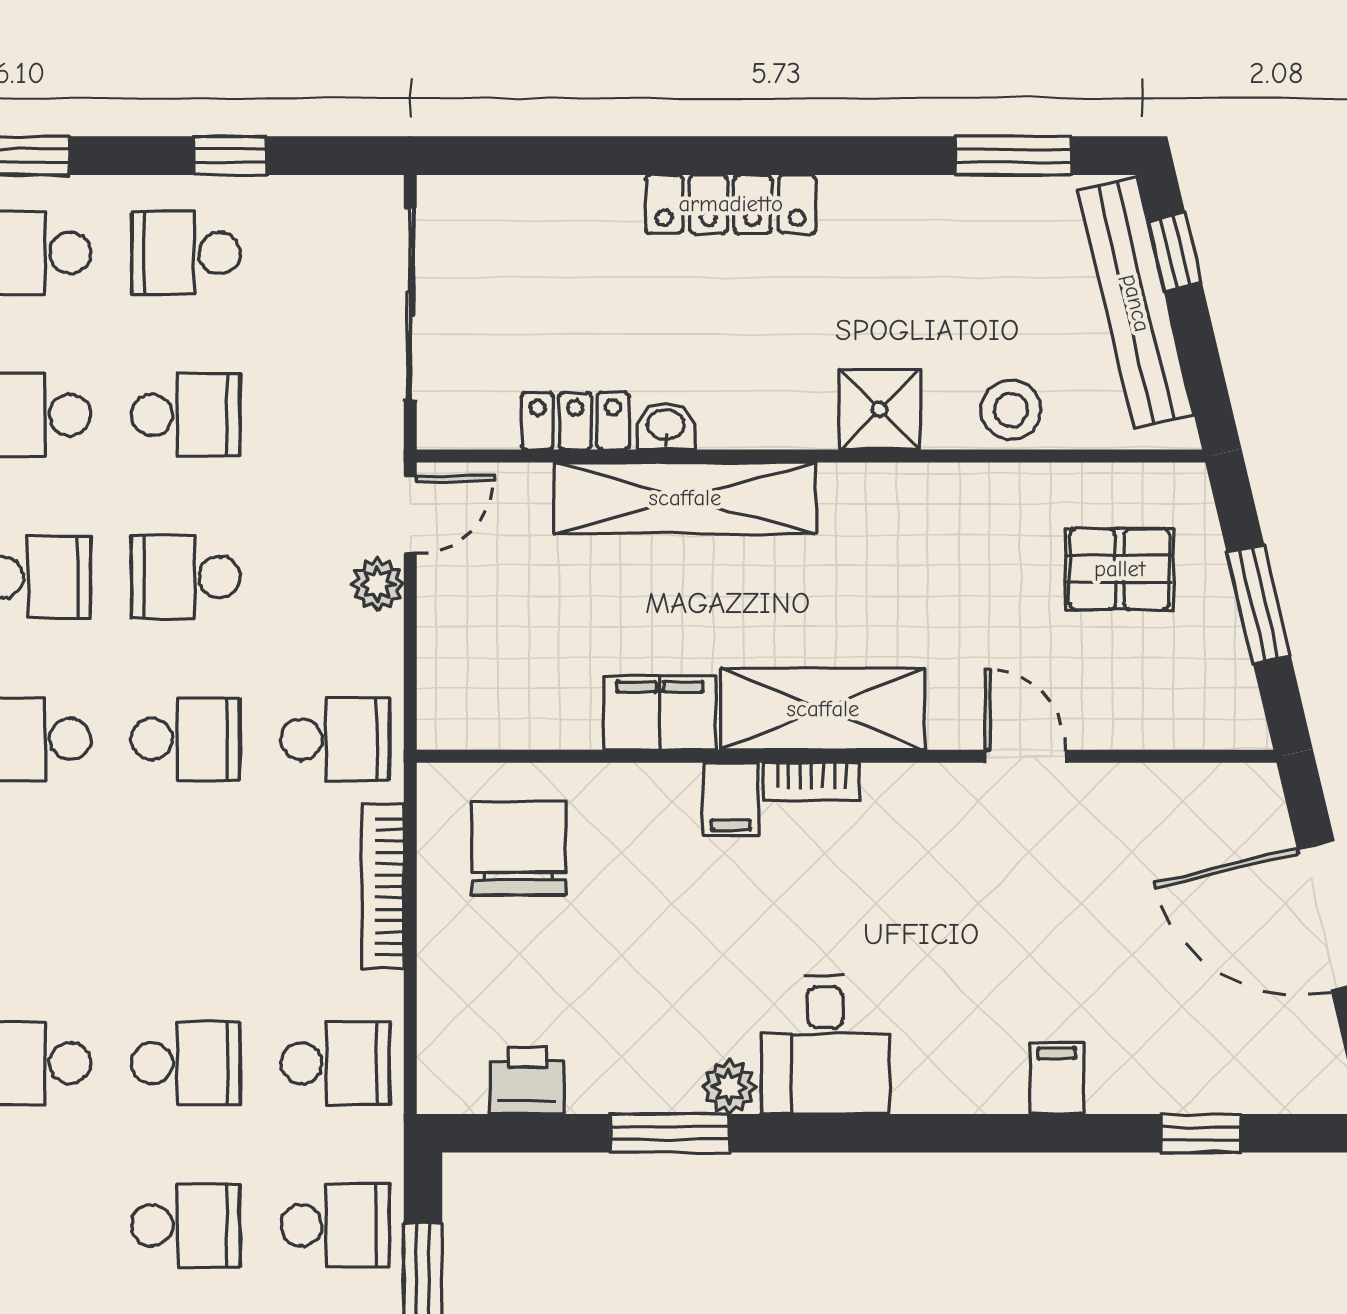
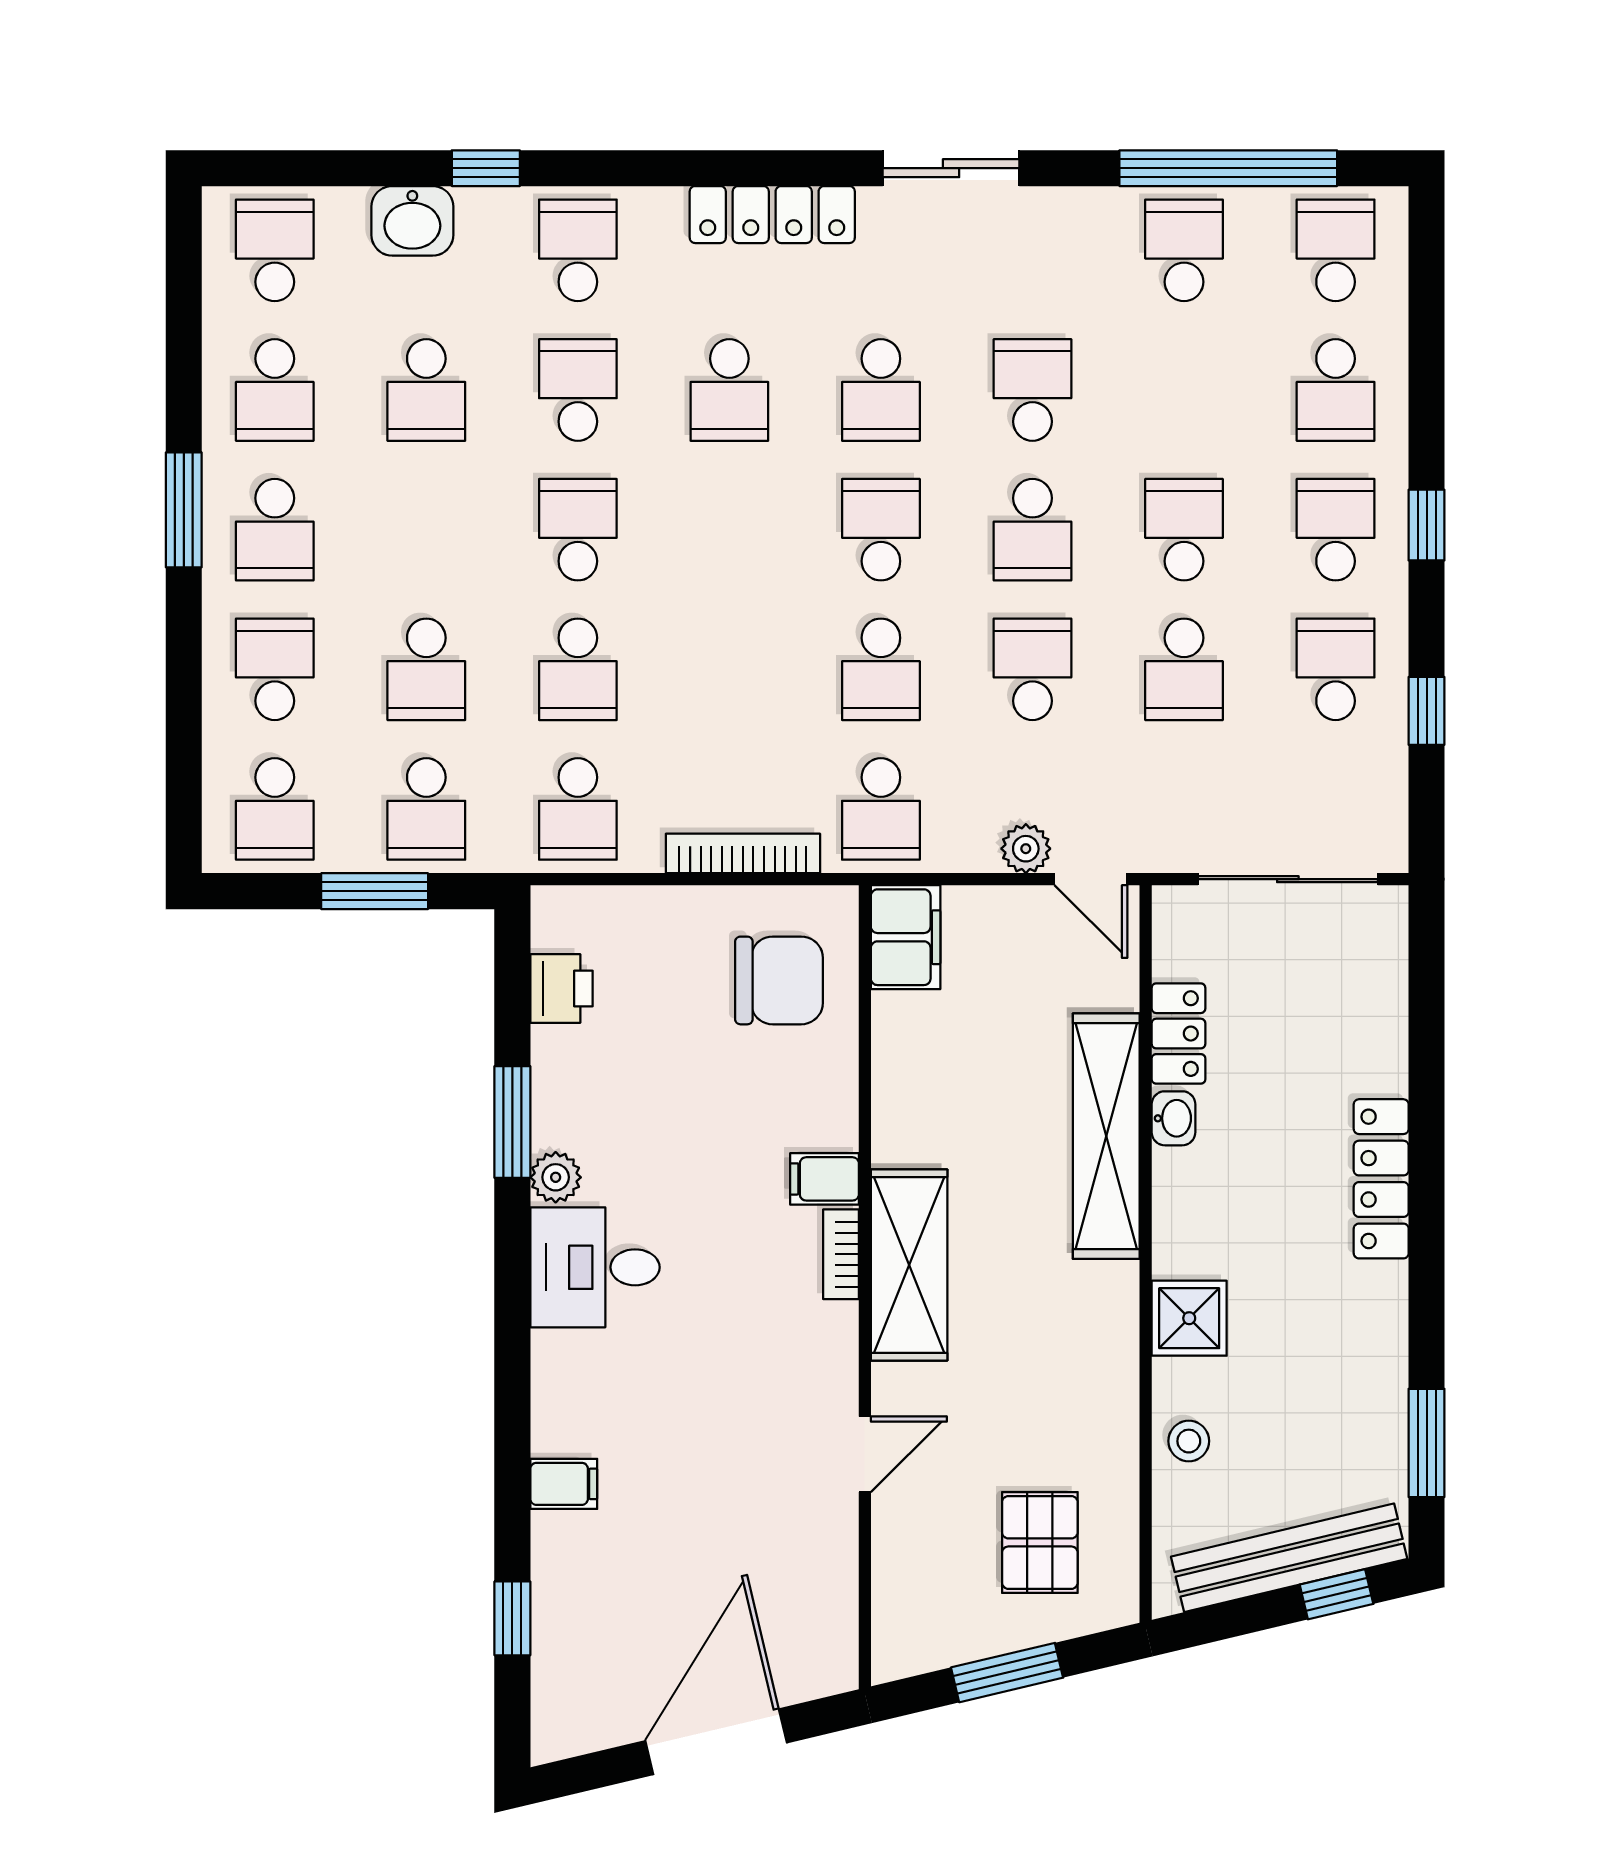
stool: (1011, 410) -> (1189, 1441), width x0.73, depth x0.73
filing cabinet: (660, 713) -> (906, 937), moved

